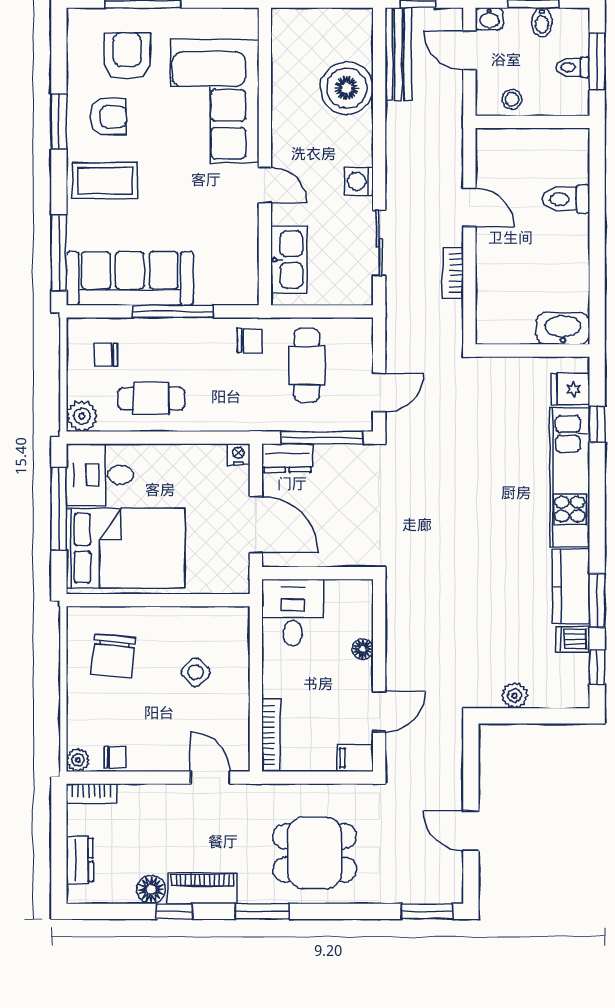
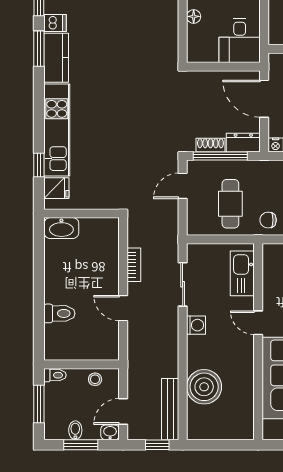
door: (469, 50) -> (123, 412), swing flipped
toilet: (573, 67) -> (55, 375), moved
shoe rack: (337, 454) -> (210, 145), added

